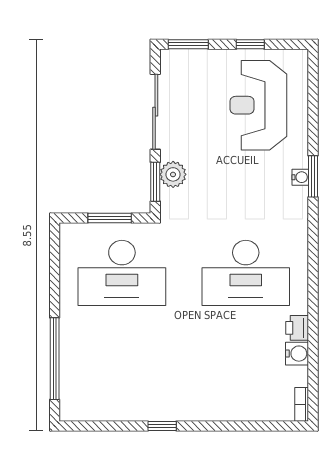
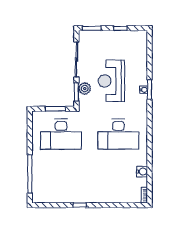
reception desk: (258, 105) -> (111, 81), moved
printer: (297, 328) -> (142, 160), removed

